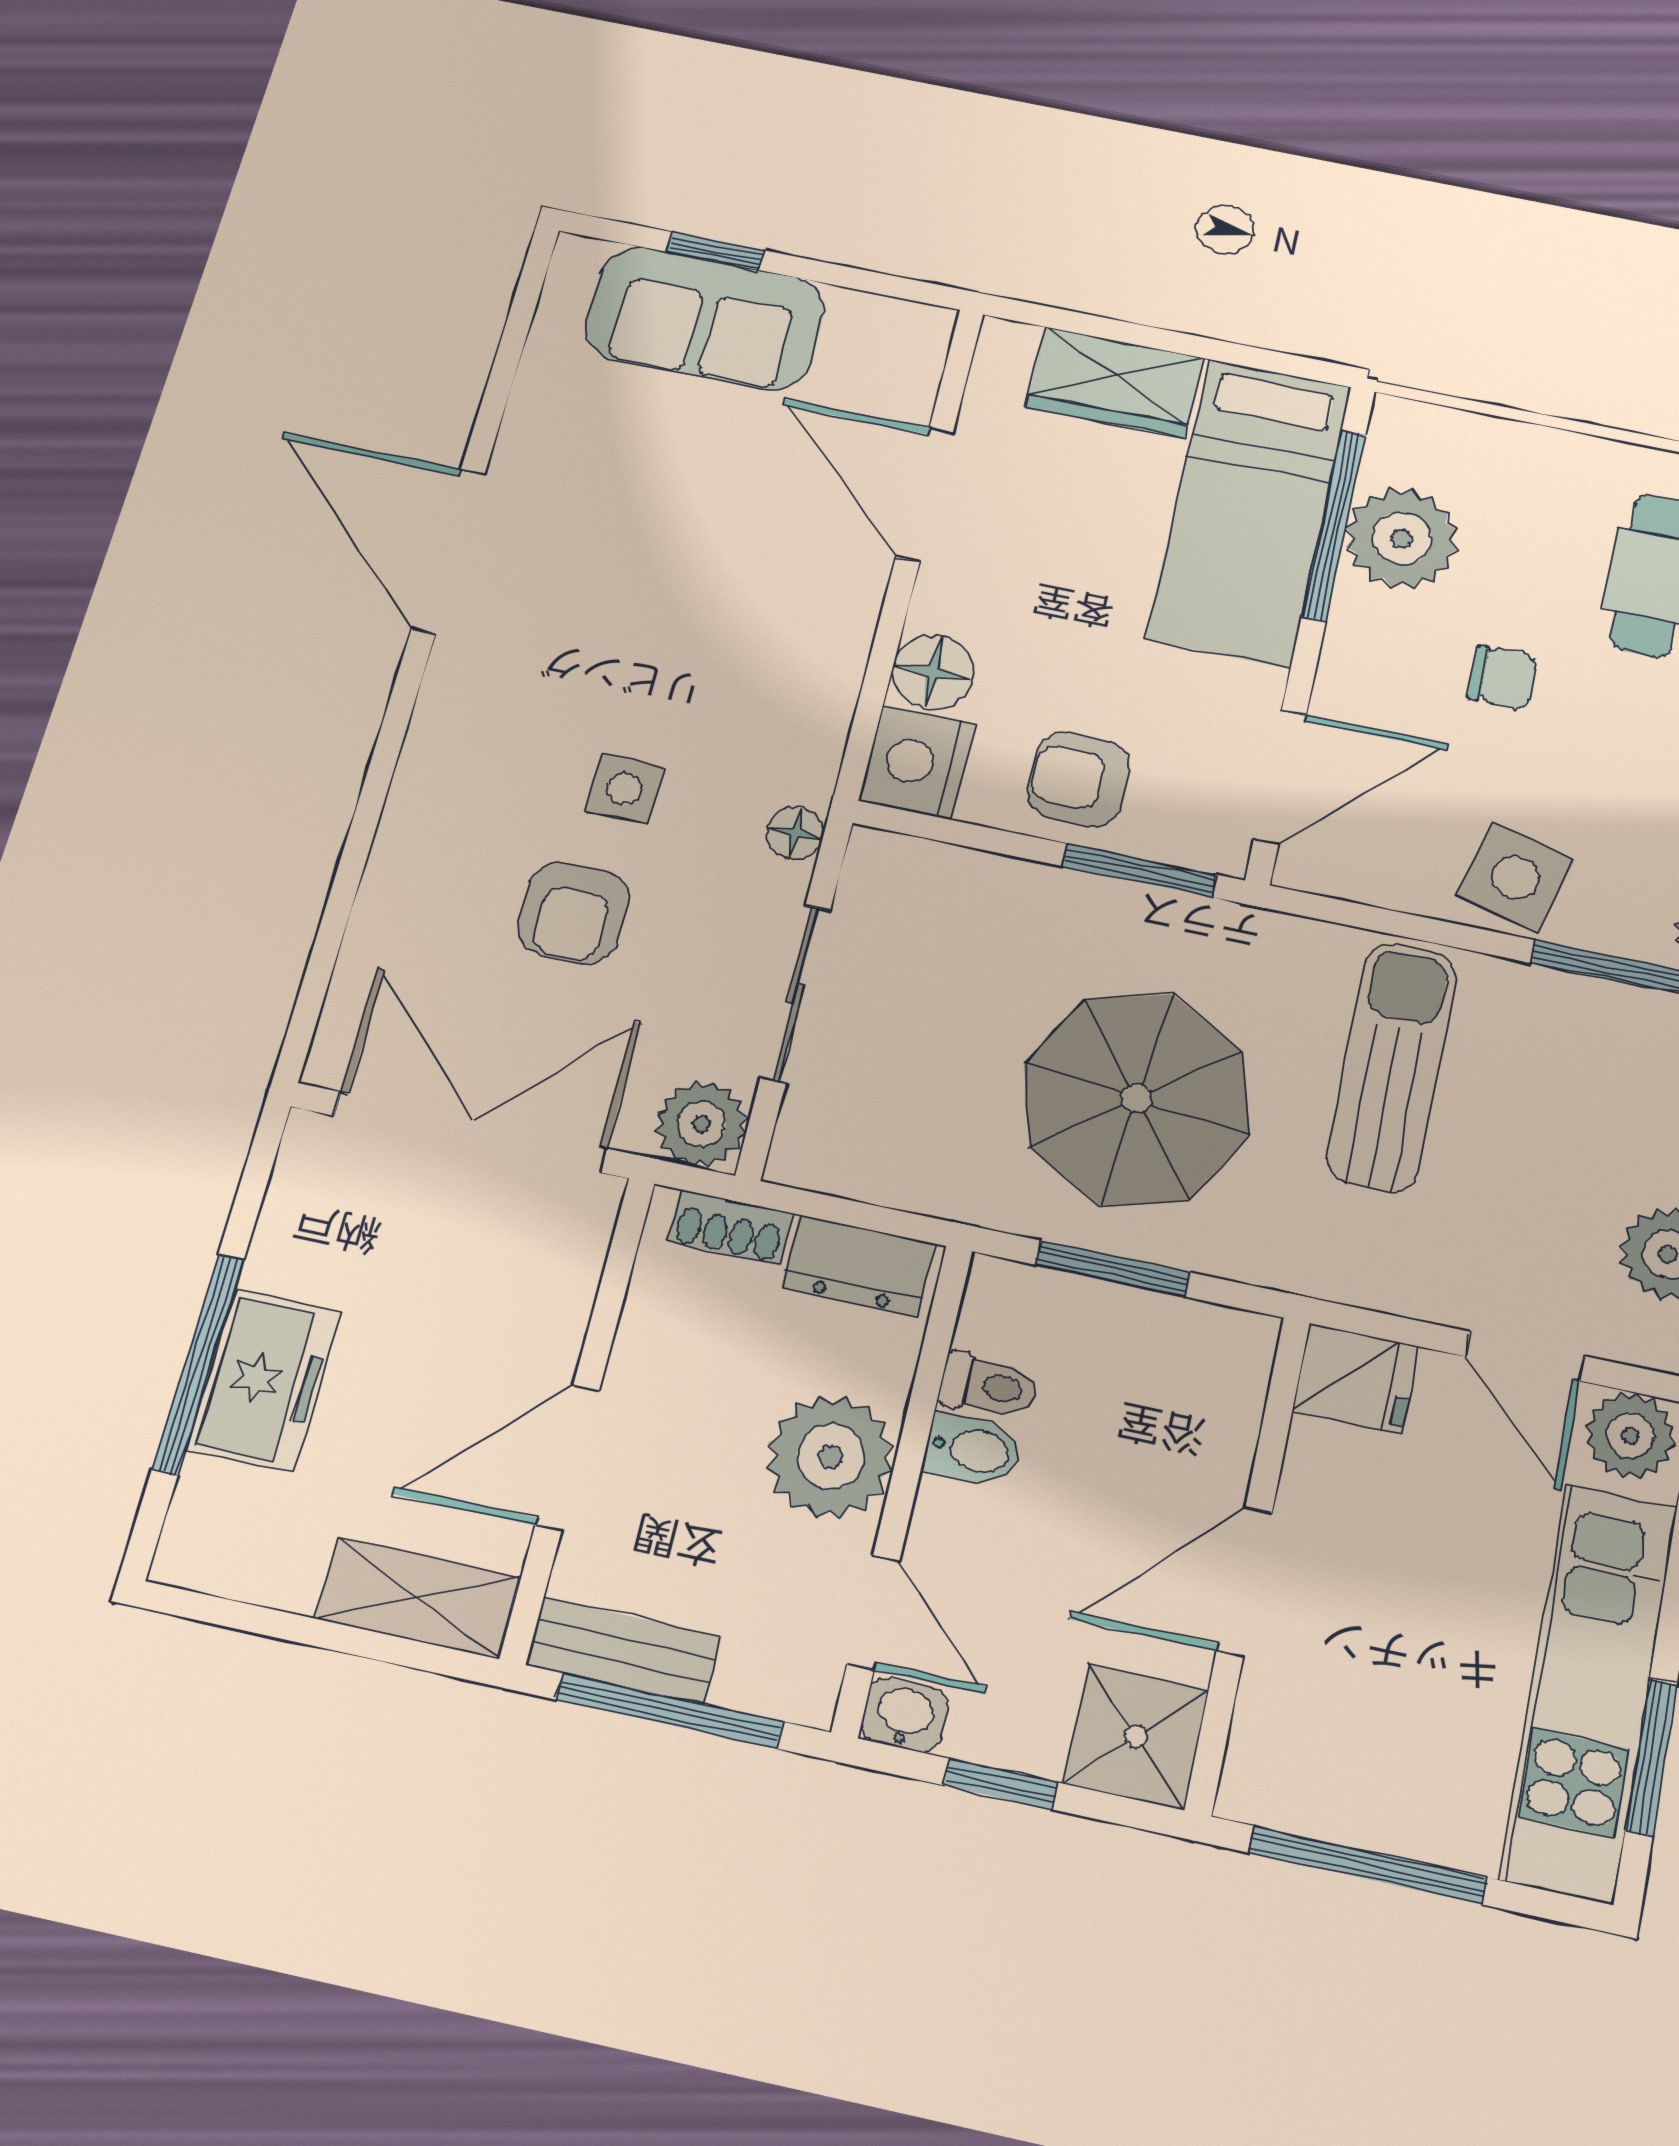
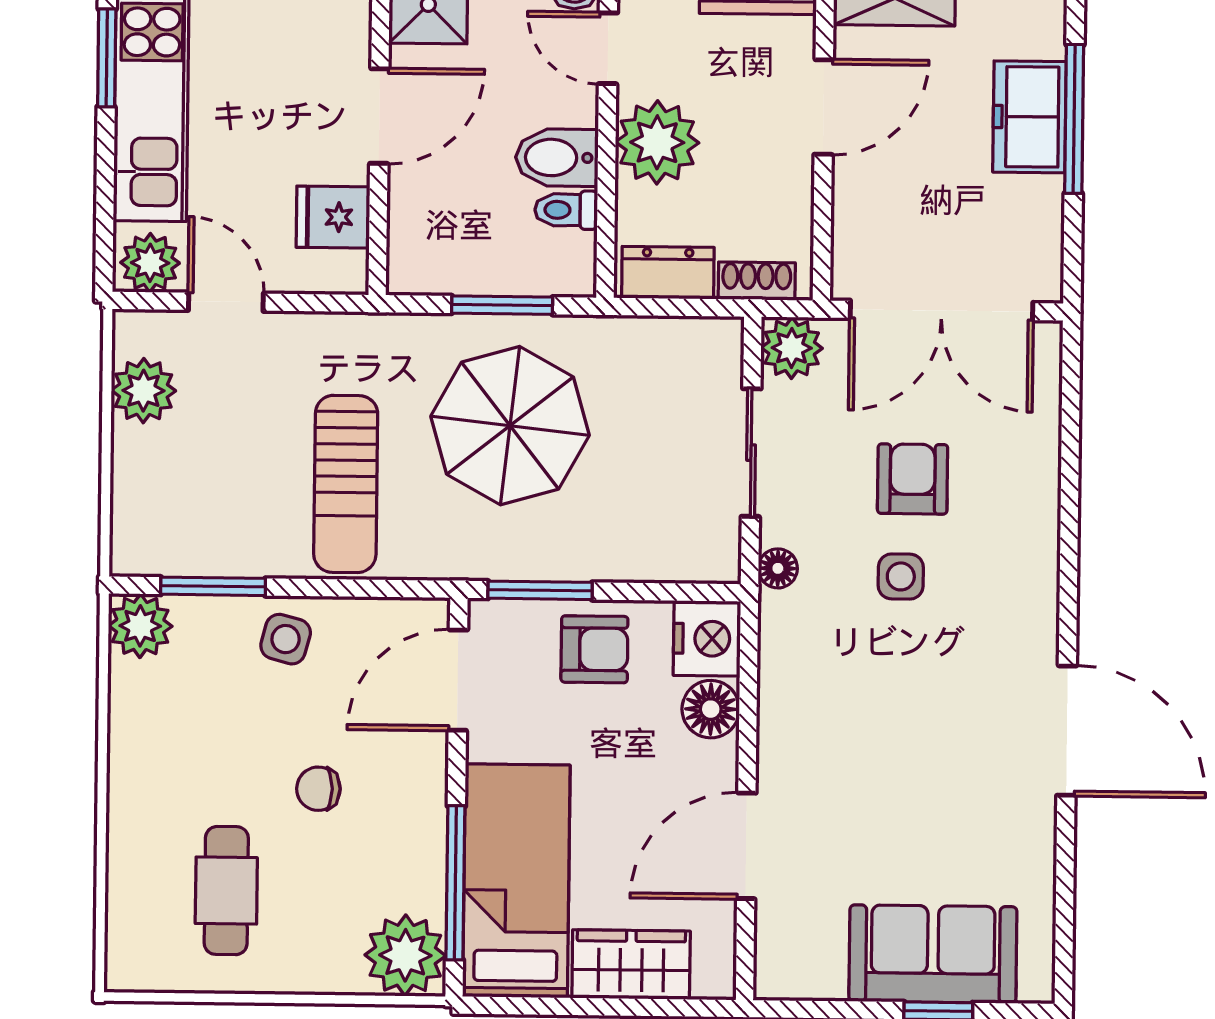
door: (925, 494) -> (746, 846), swing flipped
plant: (1402, 538) -> (405, 955), moved
side table: (1515, 877) -> (286, 639), width x0.73, depth x0.73
fridge: (1355, 1379) -> (333, 217), moved
bidet: (973, 1450) -> (557, 158), width x1.38, depth x1.36

